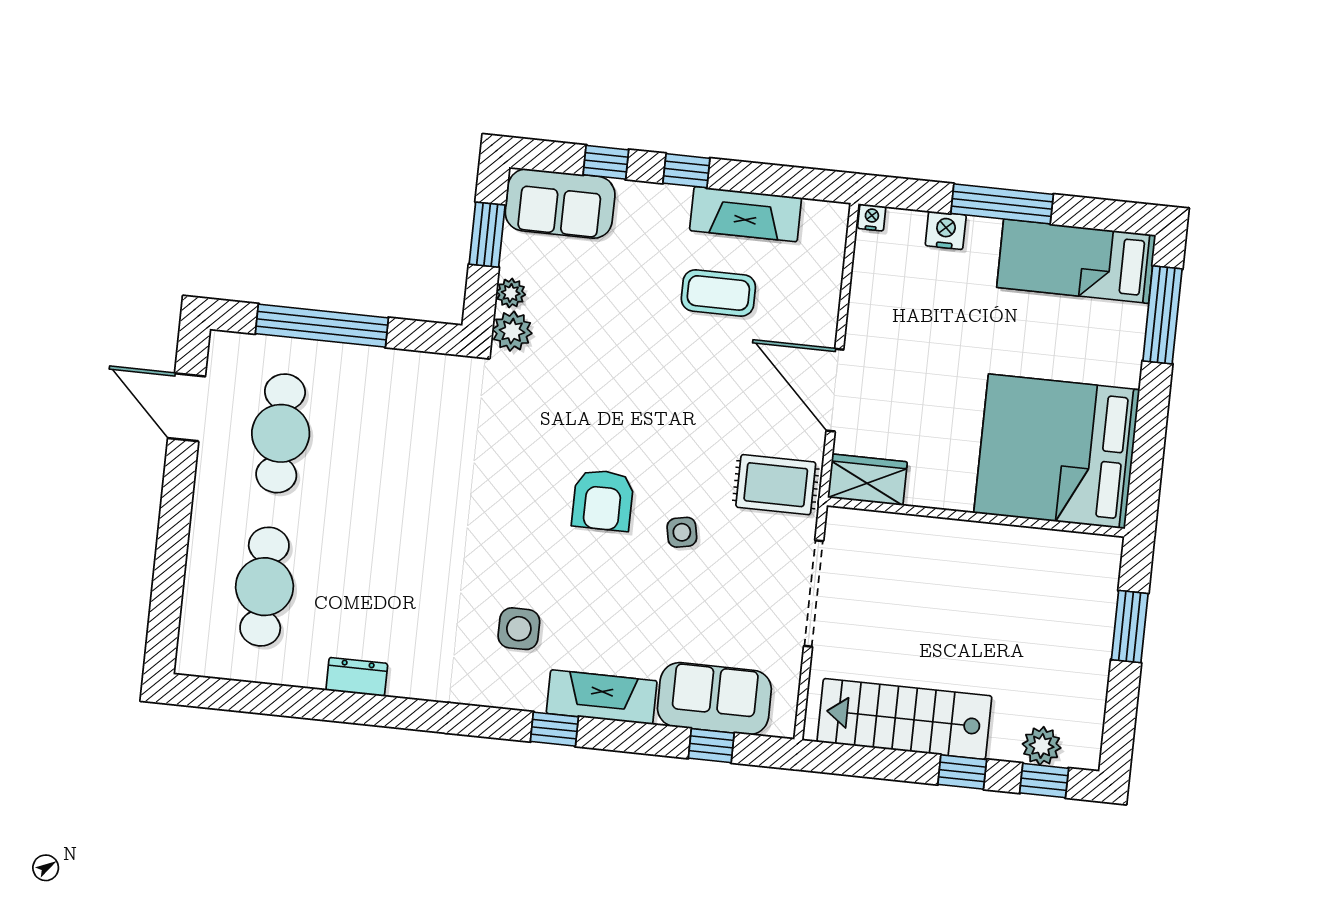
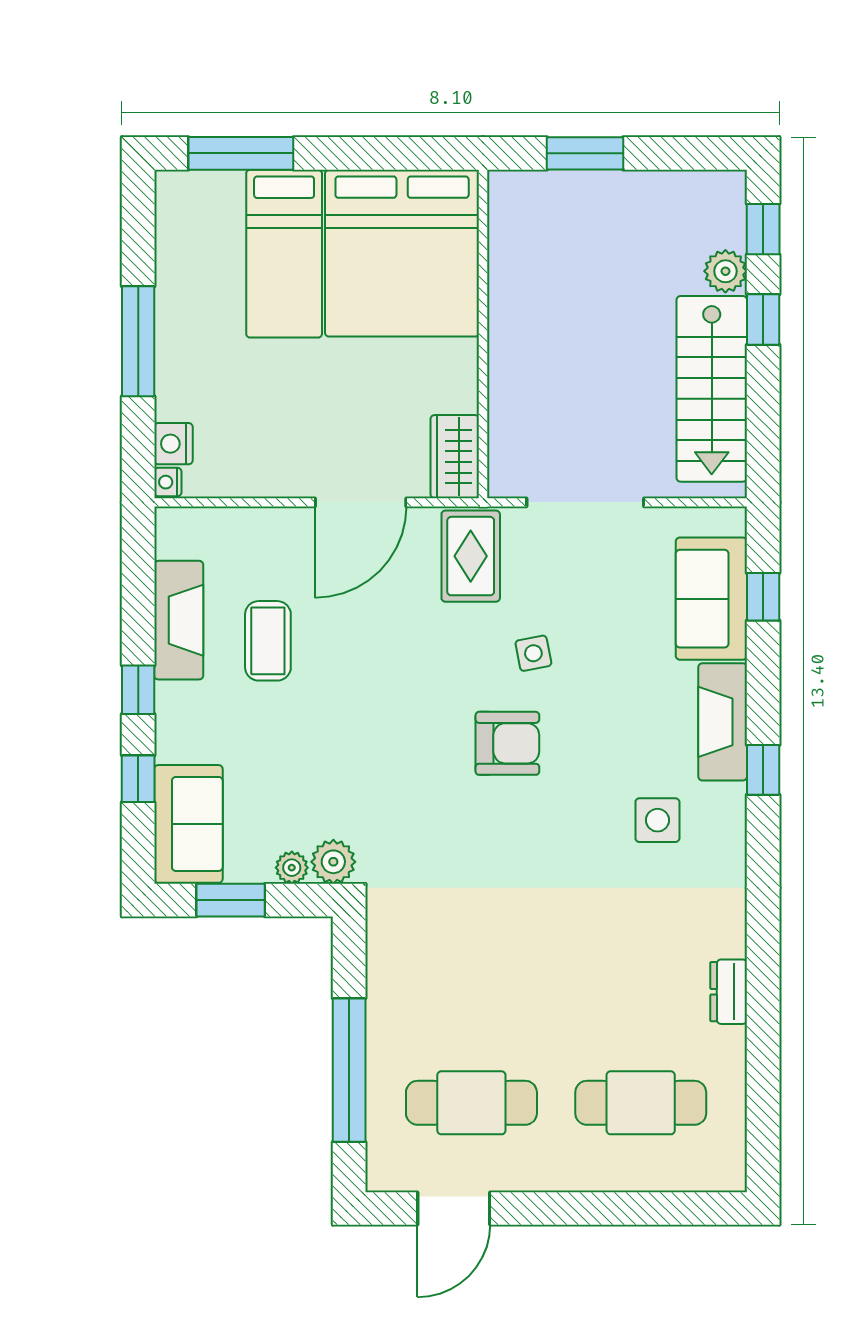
nightstand: (946, 230) -> (173, 444), moved
bed: (1076, 261) -> (284, 254), moved
plant: (1042, 746) -> (725, 271), moved

